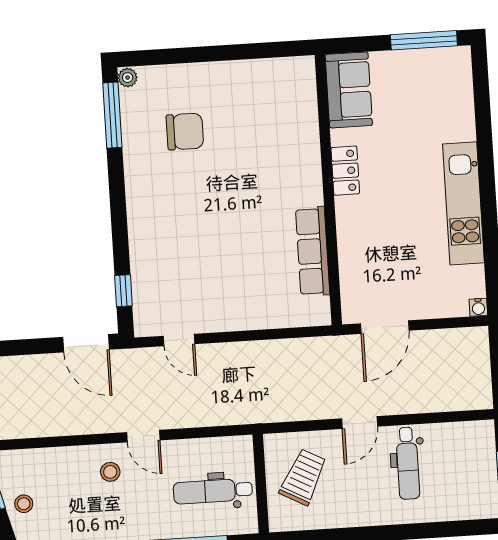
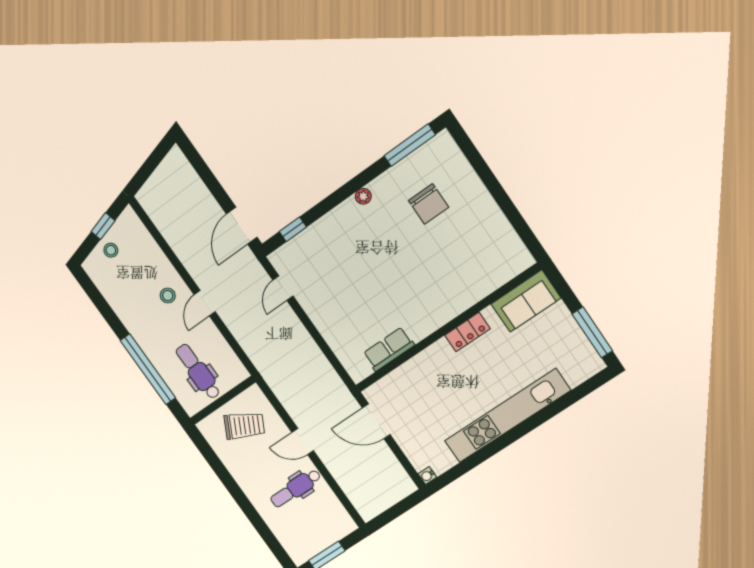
plant: (128, 78) -> (363, 196), moved
kitchen unit: (463, 203) -> (507, 416), width x1.36
row of seats: (313, 251) -> (389, 349), width x0.68

